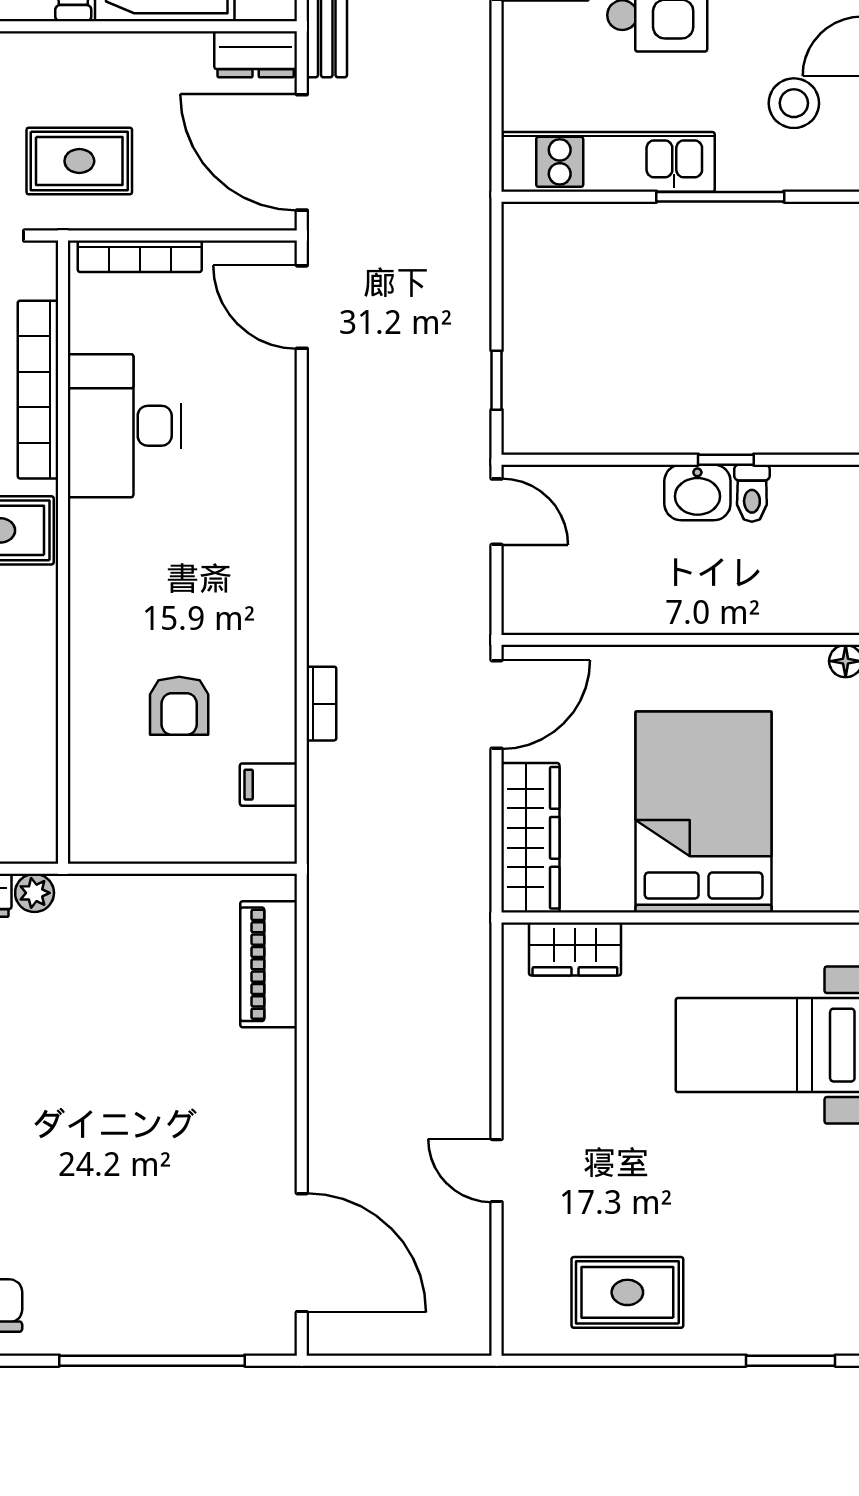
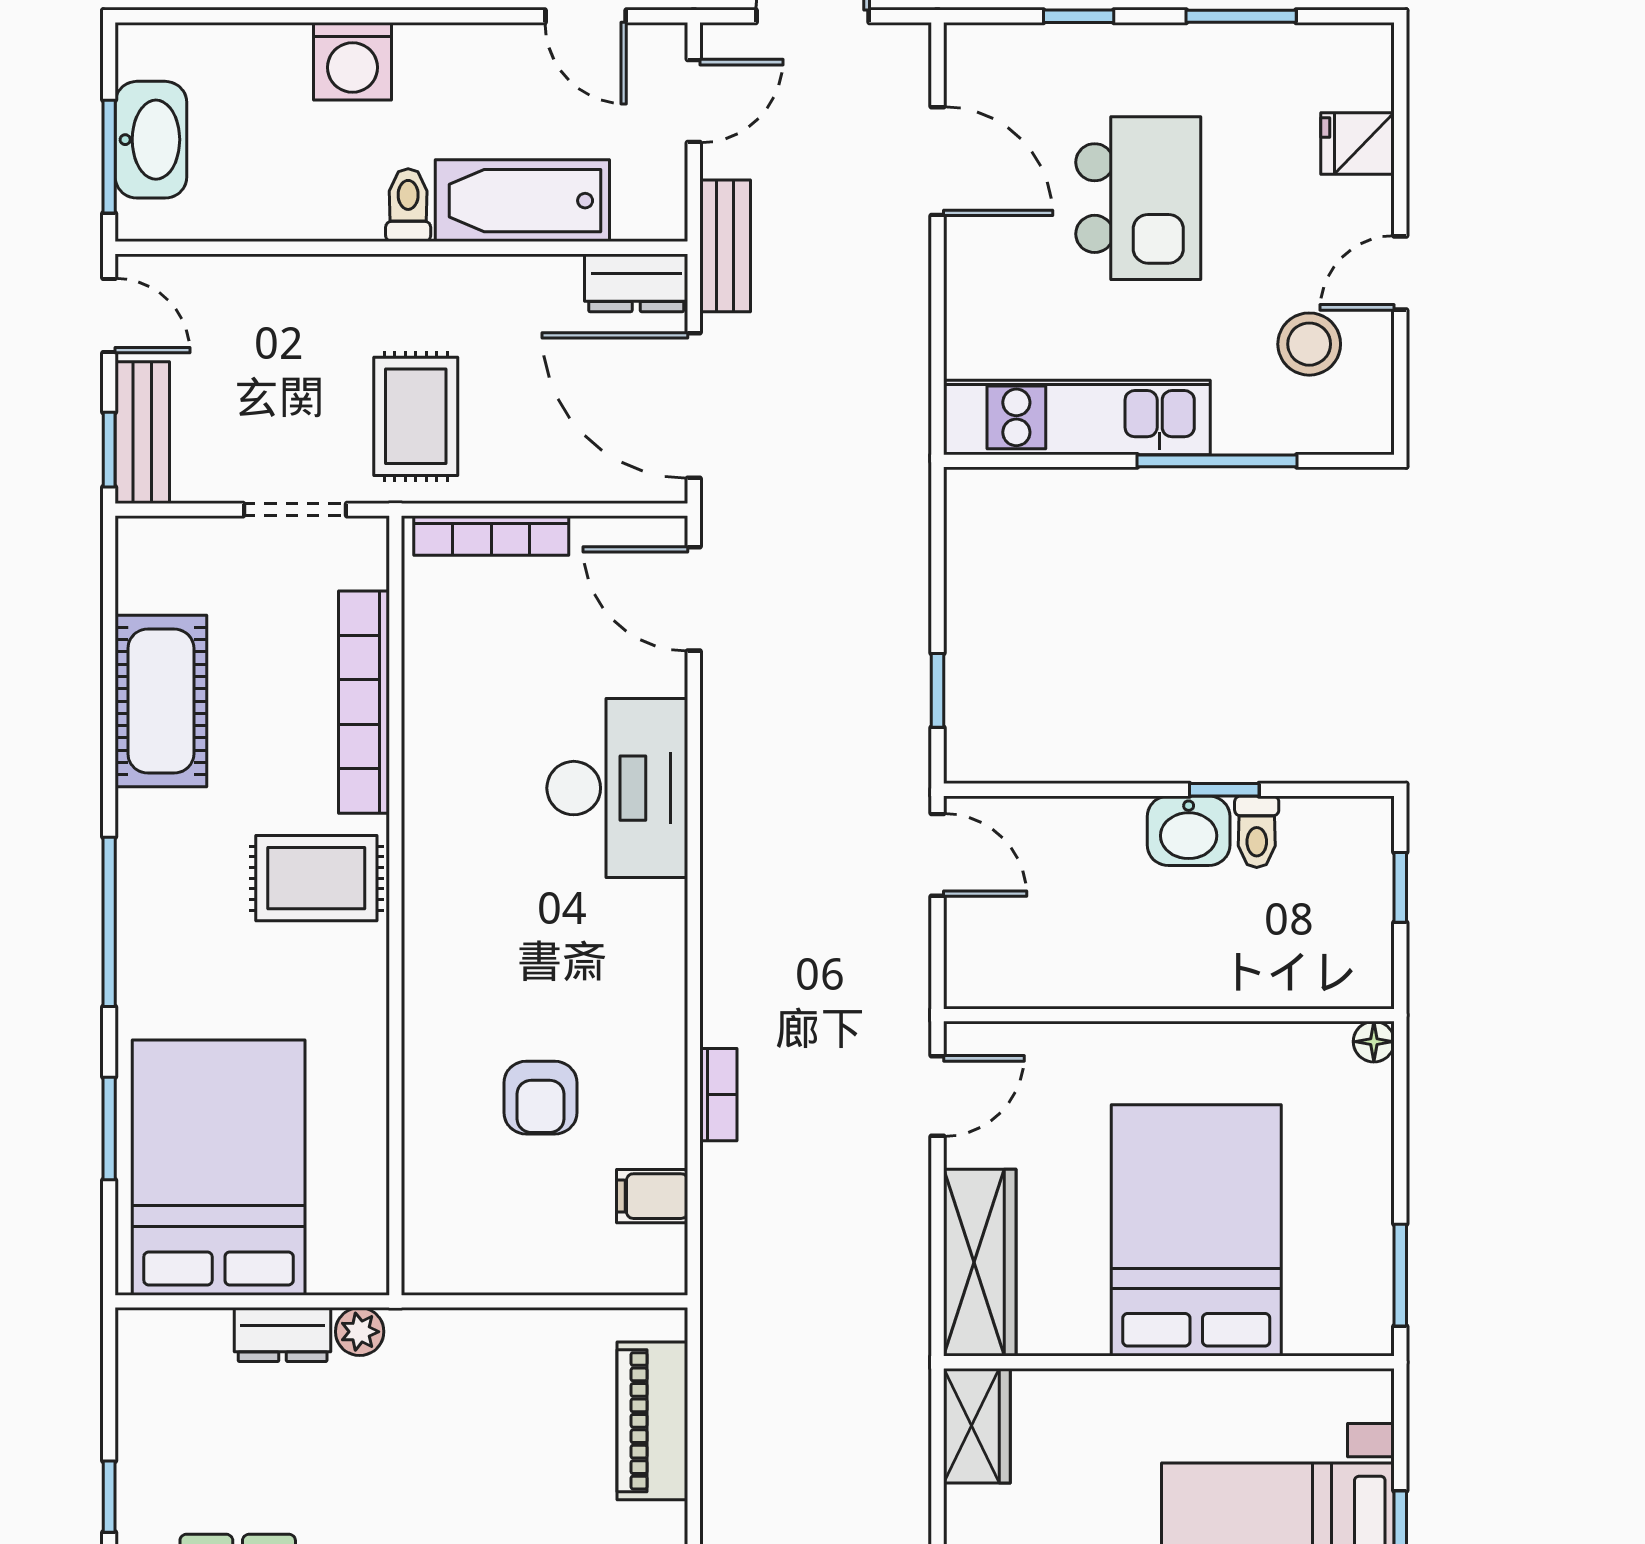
rug: (79, 161) -> (416, 416), turned 90
desk: (124, 426) -> (617, 788), moved, turned 180
door: (497, 704) -> (937, 1096), width x0.73
wardrobe: (575, 949) -> (977, 1426), moved, turned -90

